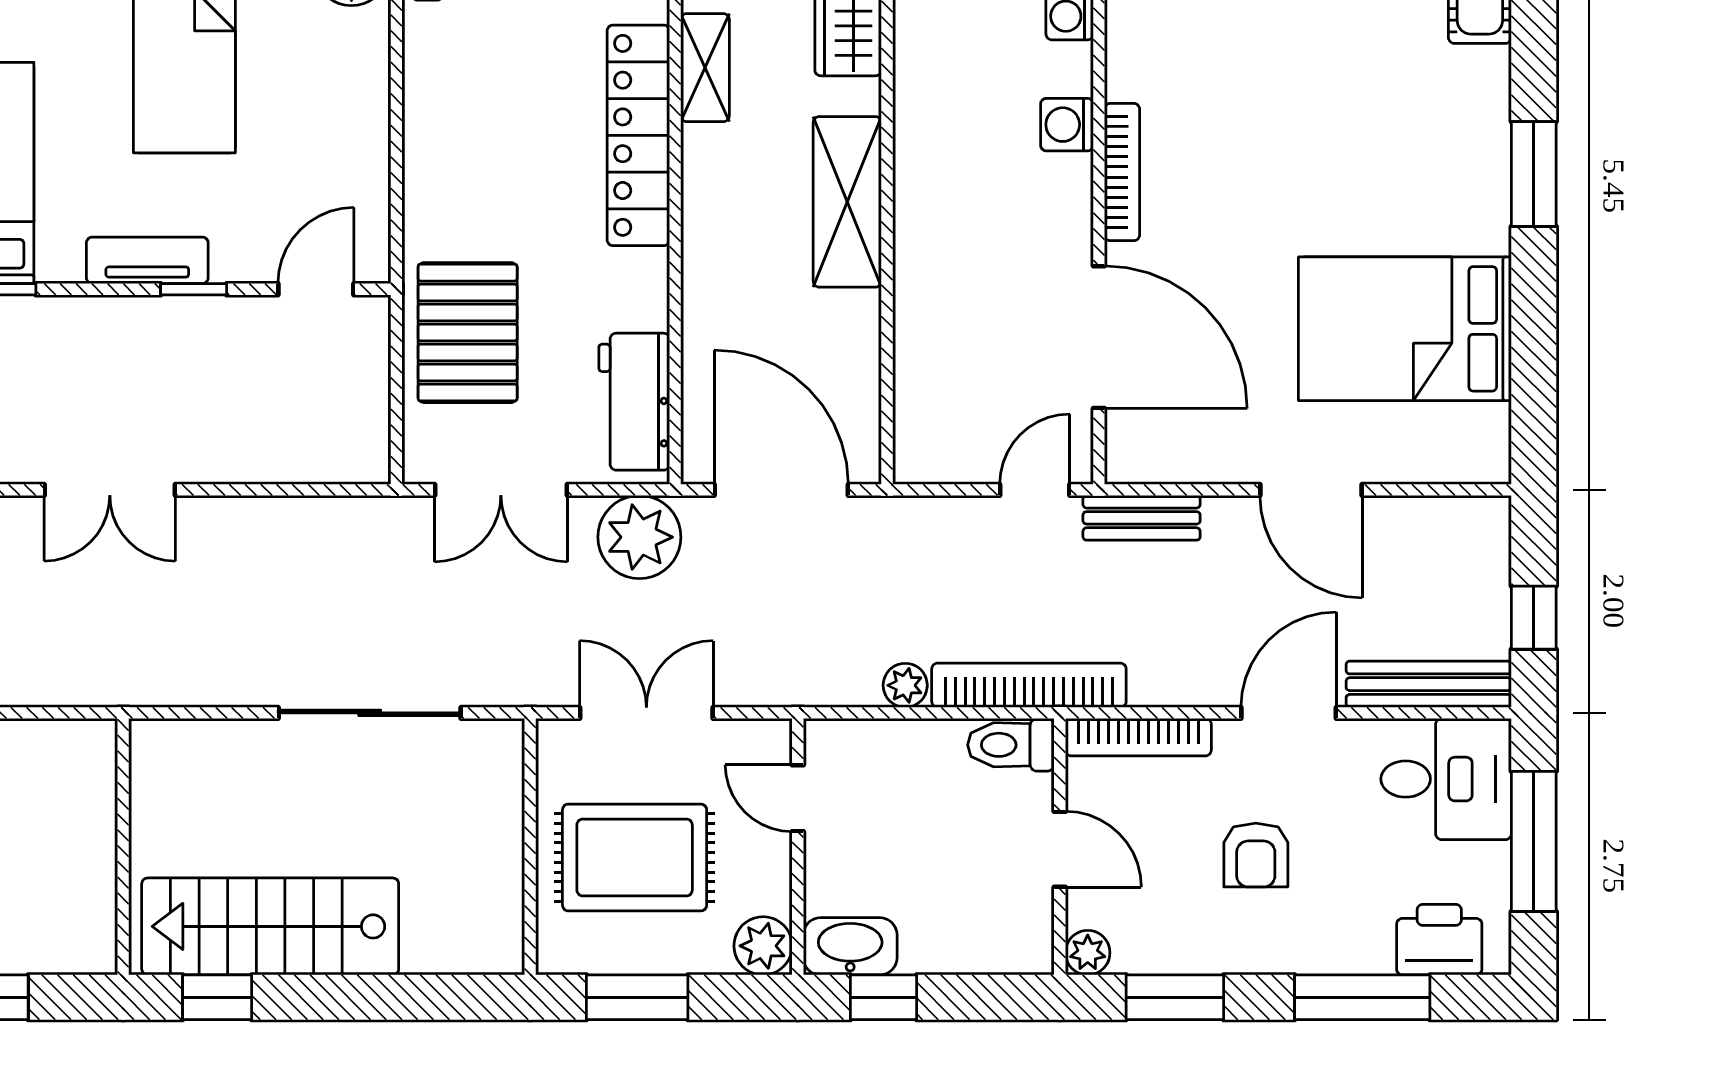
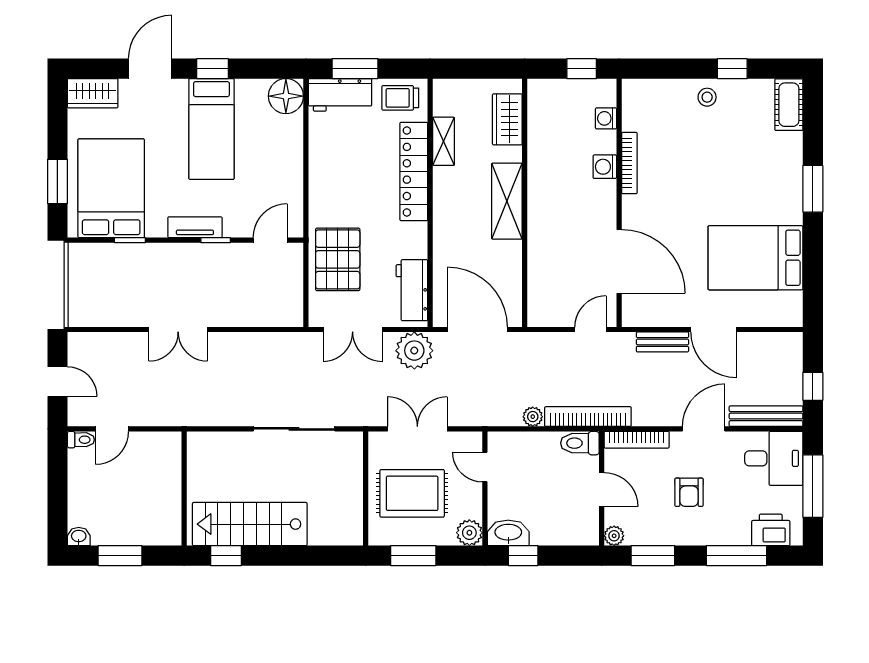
bookcase: (1122, 172) -> (629, 163), moved
bench: (1142, 518) -> (662, 342), moved

